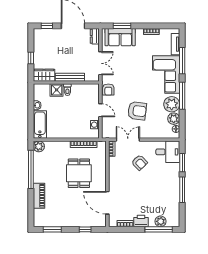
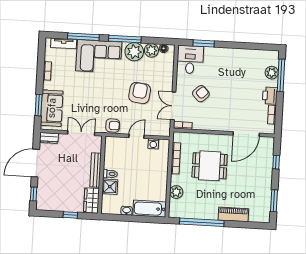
plant: (39, 146) -> (176, 192), moved
window: (182, 190) -> (236, 45), removed

